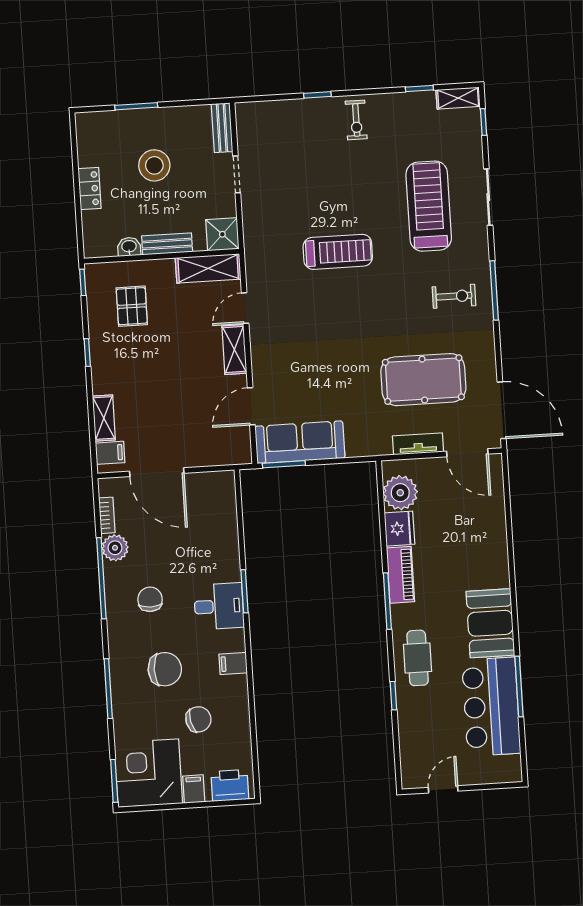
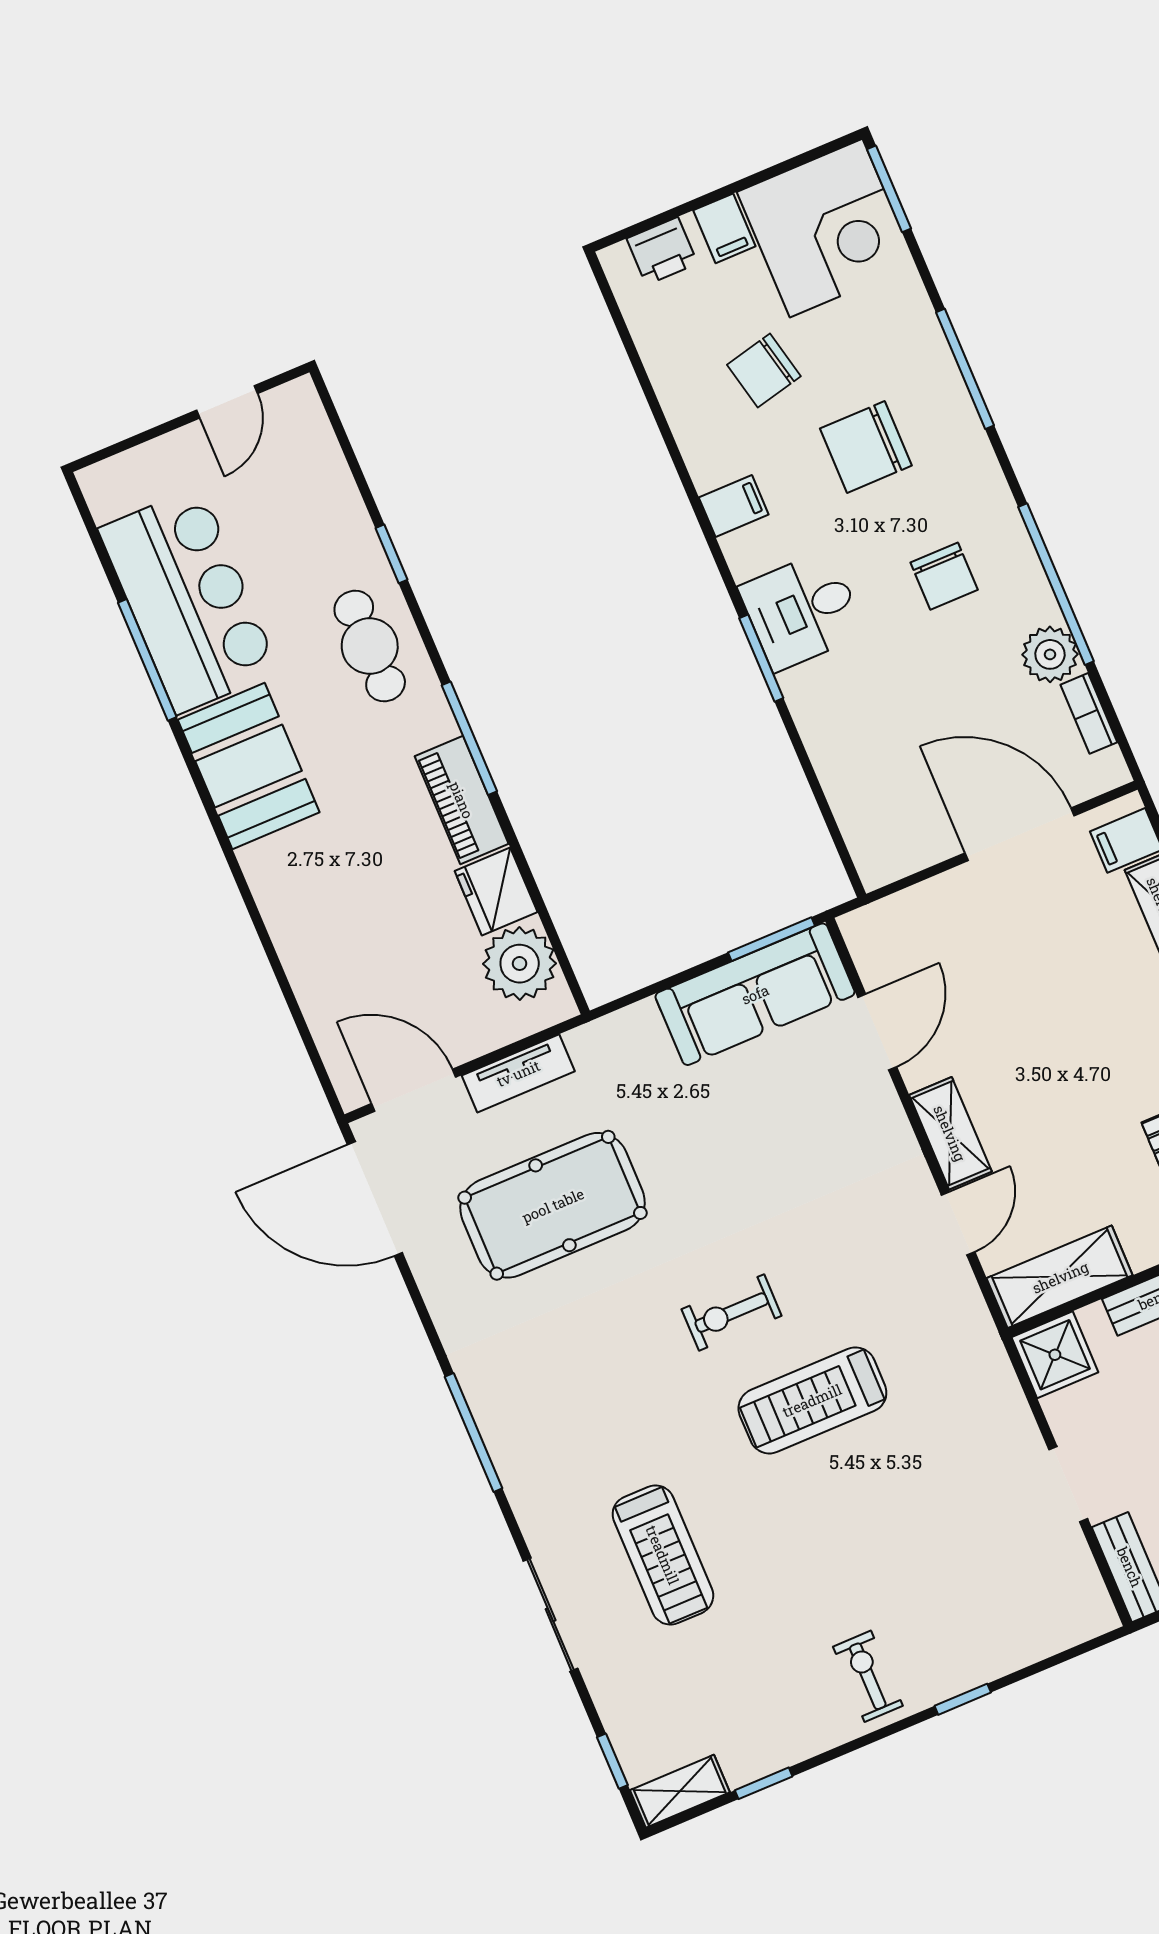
treadmill: (429, 206) -> (663, 1555), width x0.73, depth x0.73
exercise bike: (454, 296) -> (732, 1313), moved
printer: (230, 785) -> (662, 251), width x0.73, depth x0.81

